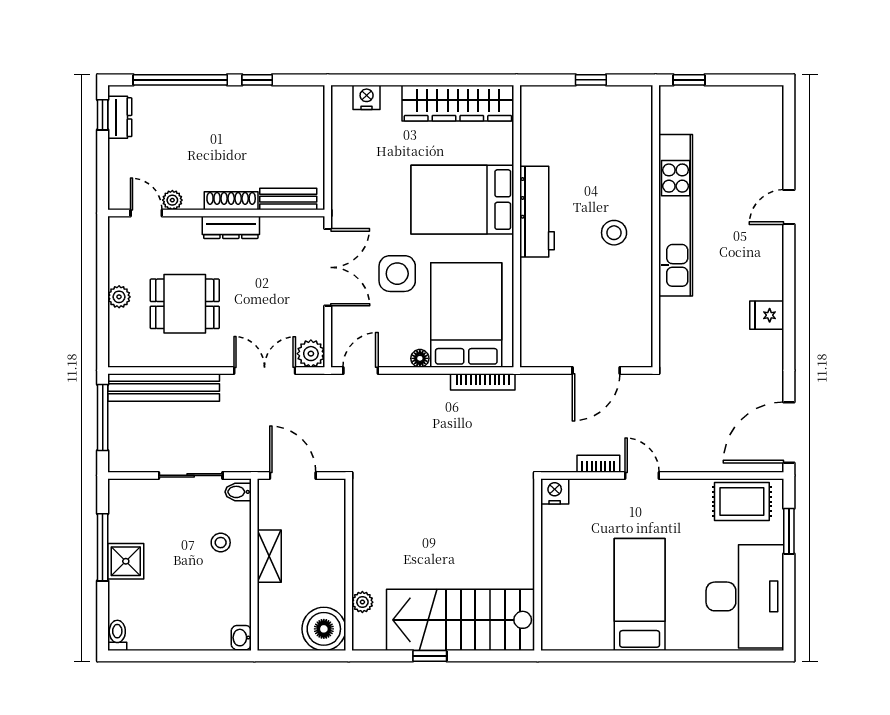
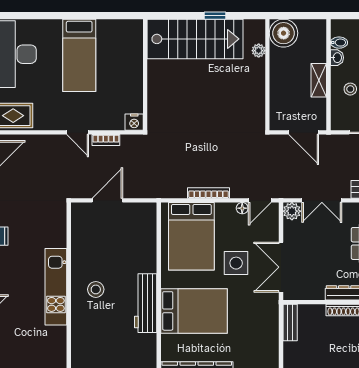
bench: (288, 199) -> (290, 323), moved, turned 90
kitchen unit: (676, 215) -> (56, 287), width x0.73
floor lamp: (420, 358) -> (242, 208), moved
bookcase: (483, 382) -> (209, 193), moved
bidet: (238, 492) -> (339, 43), moved
washbasin: (241, 638) -> (337, 58), moved

